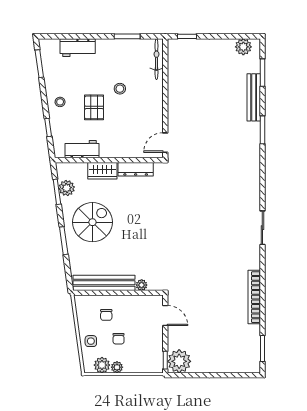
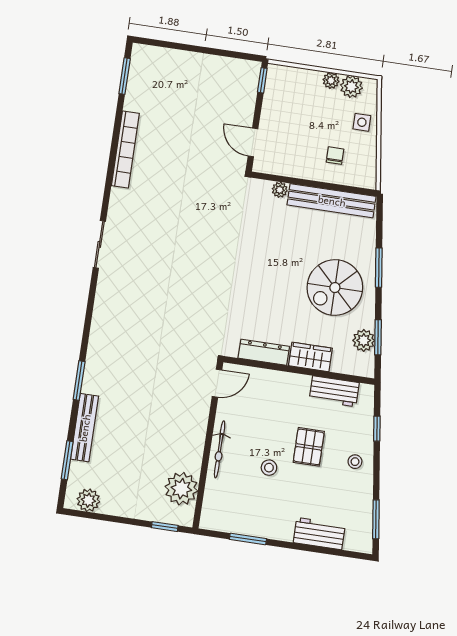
bicycle: (156, 59) -> (220, 449), moved
chair: (119, 339) -> (323, 120), removed
plant: (179, 361) -> (181, 489), moved

